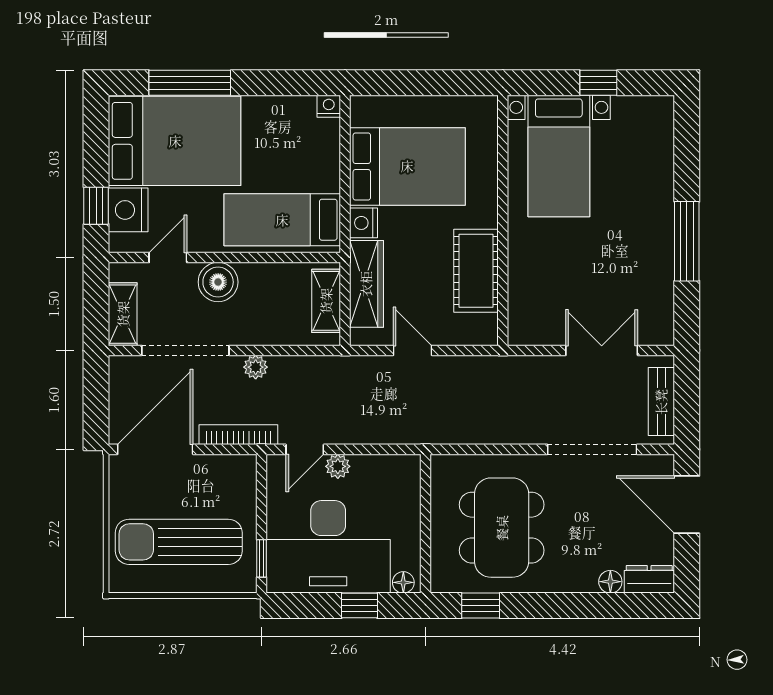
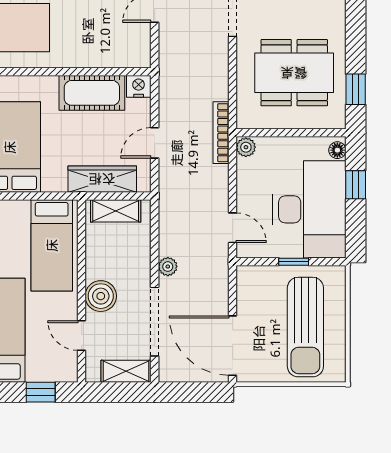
nightstand: (128, 210) -> (44, 367), removed
nightstand: (364, 223) -> (139, 86), moved, turned 180
bookcase: (238, 435) -> (221, 133), moved
plant: (338, 466) -> (246, 147), moved
window: (262, 558) -> (294, 262), moved

